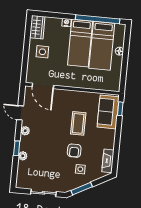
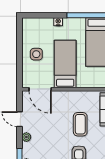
wardrobe: (37, 27) -> (29, 29), removed
bed: (80, 43) -> (65, 64), moved, turned 180

